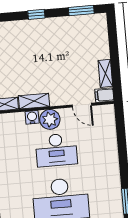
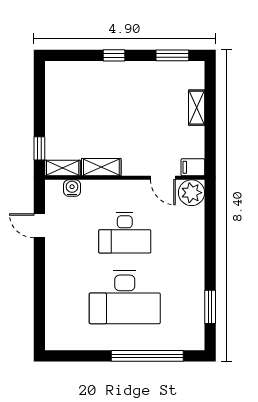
shelving: (105, 73) -> (197, 108), moved
water cooler: (32, 117) -> (72, 188), moved
plant: (50, 119) -> (192, 193), moved

